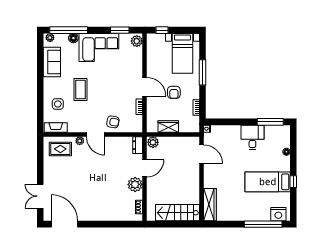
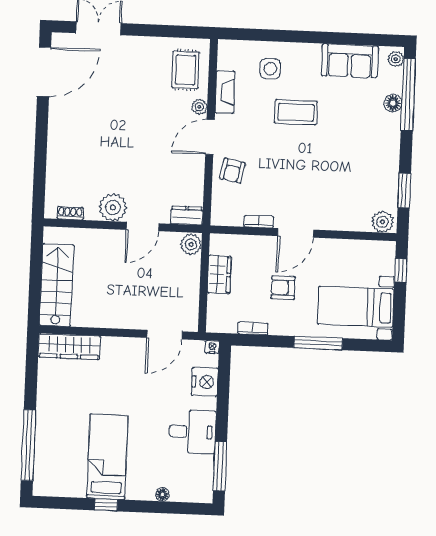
corner sofa: (99, 47) -> (373, 150), removed
fireplace: (56, 128) -> (225, 92), moved
door: (145, 168) -> (143, 227), hinge flipped
nightstand: (278, 214) -> (205, 382), moved, turned 180

